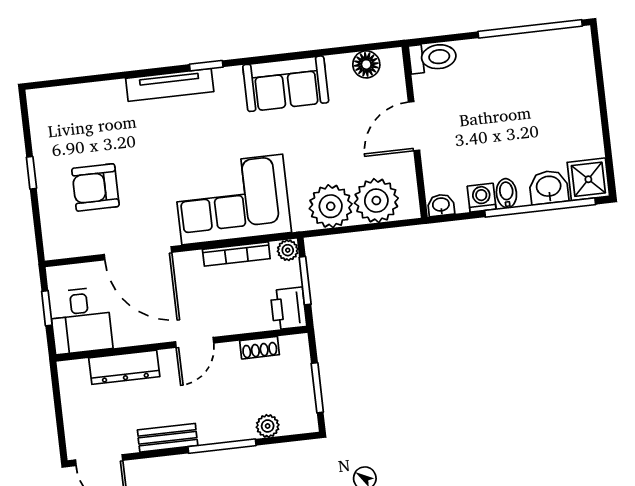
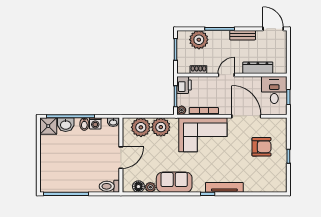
plant: (339, 66) -> (150, 187), added
plant: (268, 426) -> (199, 40), width x1.88, depth x1.88

